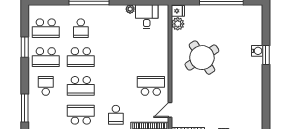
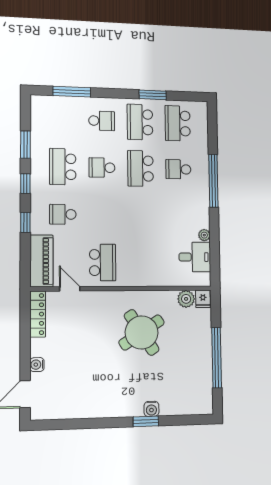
school desk: (81, 86) -> (102, 168), width x0.54
school desk: (81, 115) -> (63, 167), turned 180

